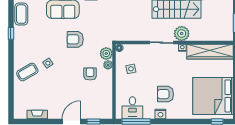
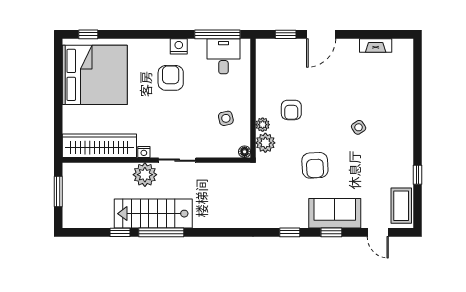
armchair: (75, 39) -> (315, 165), turned 87
coffee table: (27, 72) -> (391, 113), removed
armchair: (166, 94) -> (171, 78), turned -90

